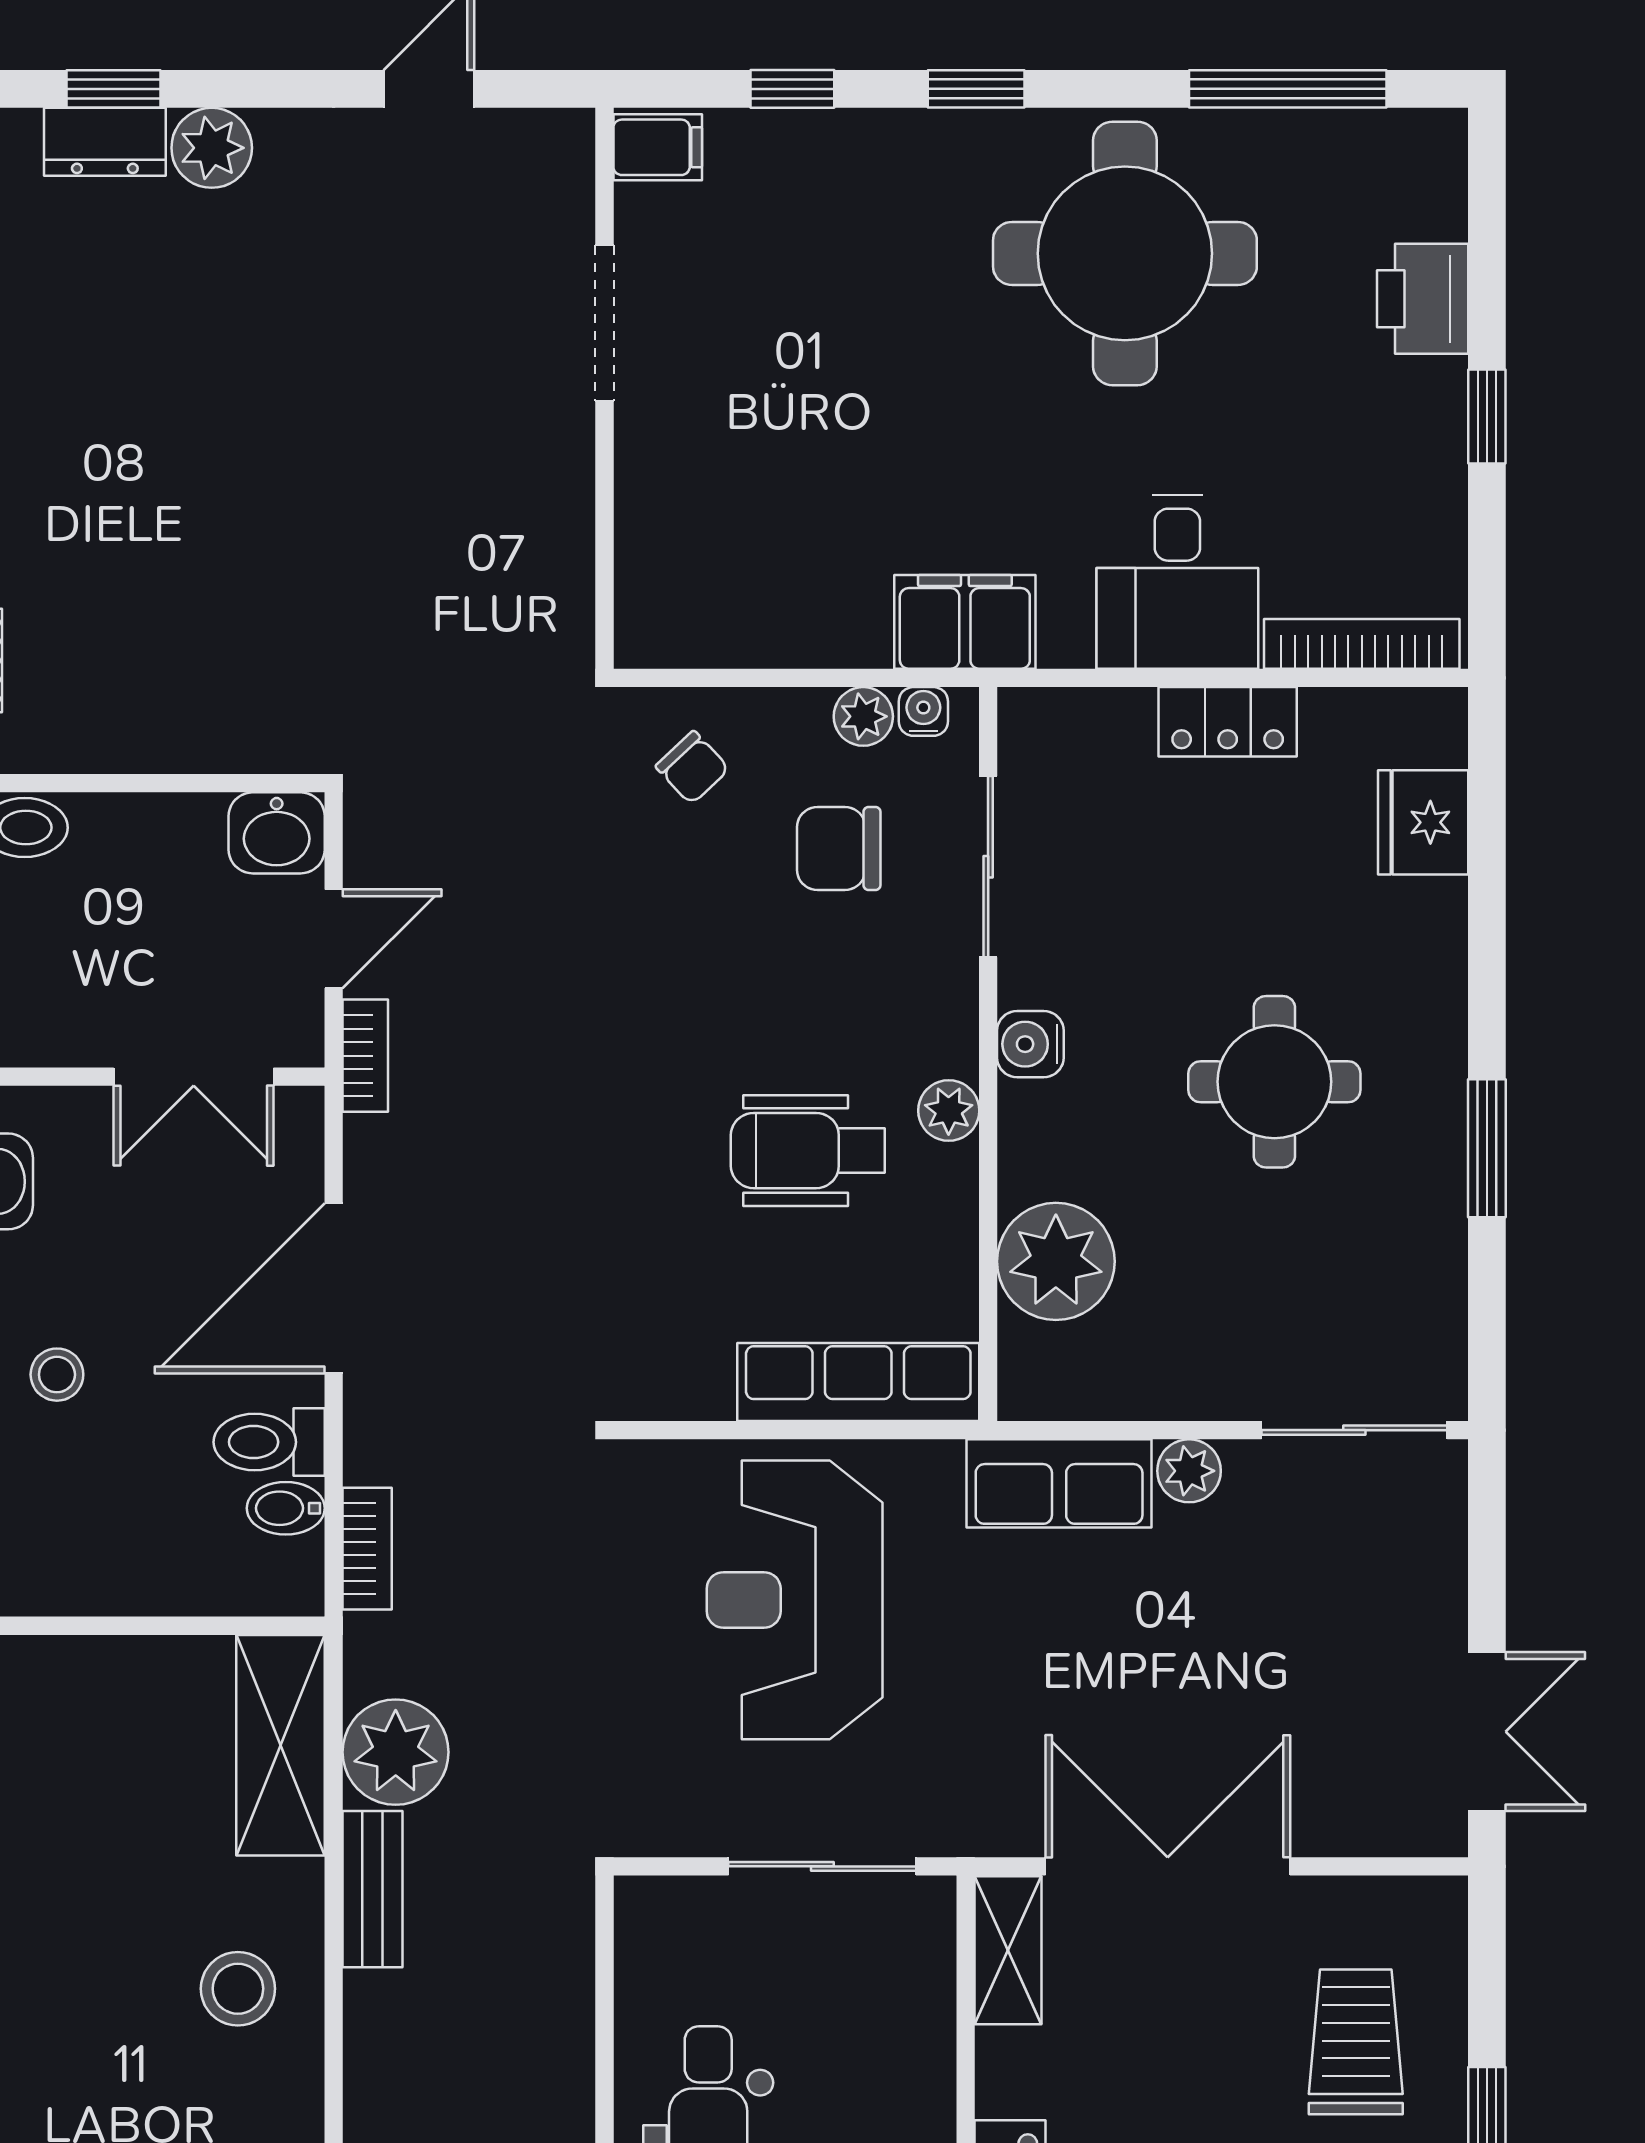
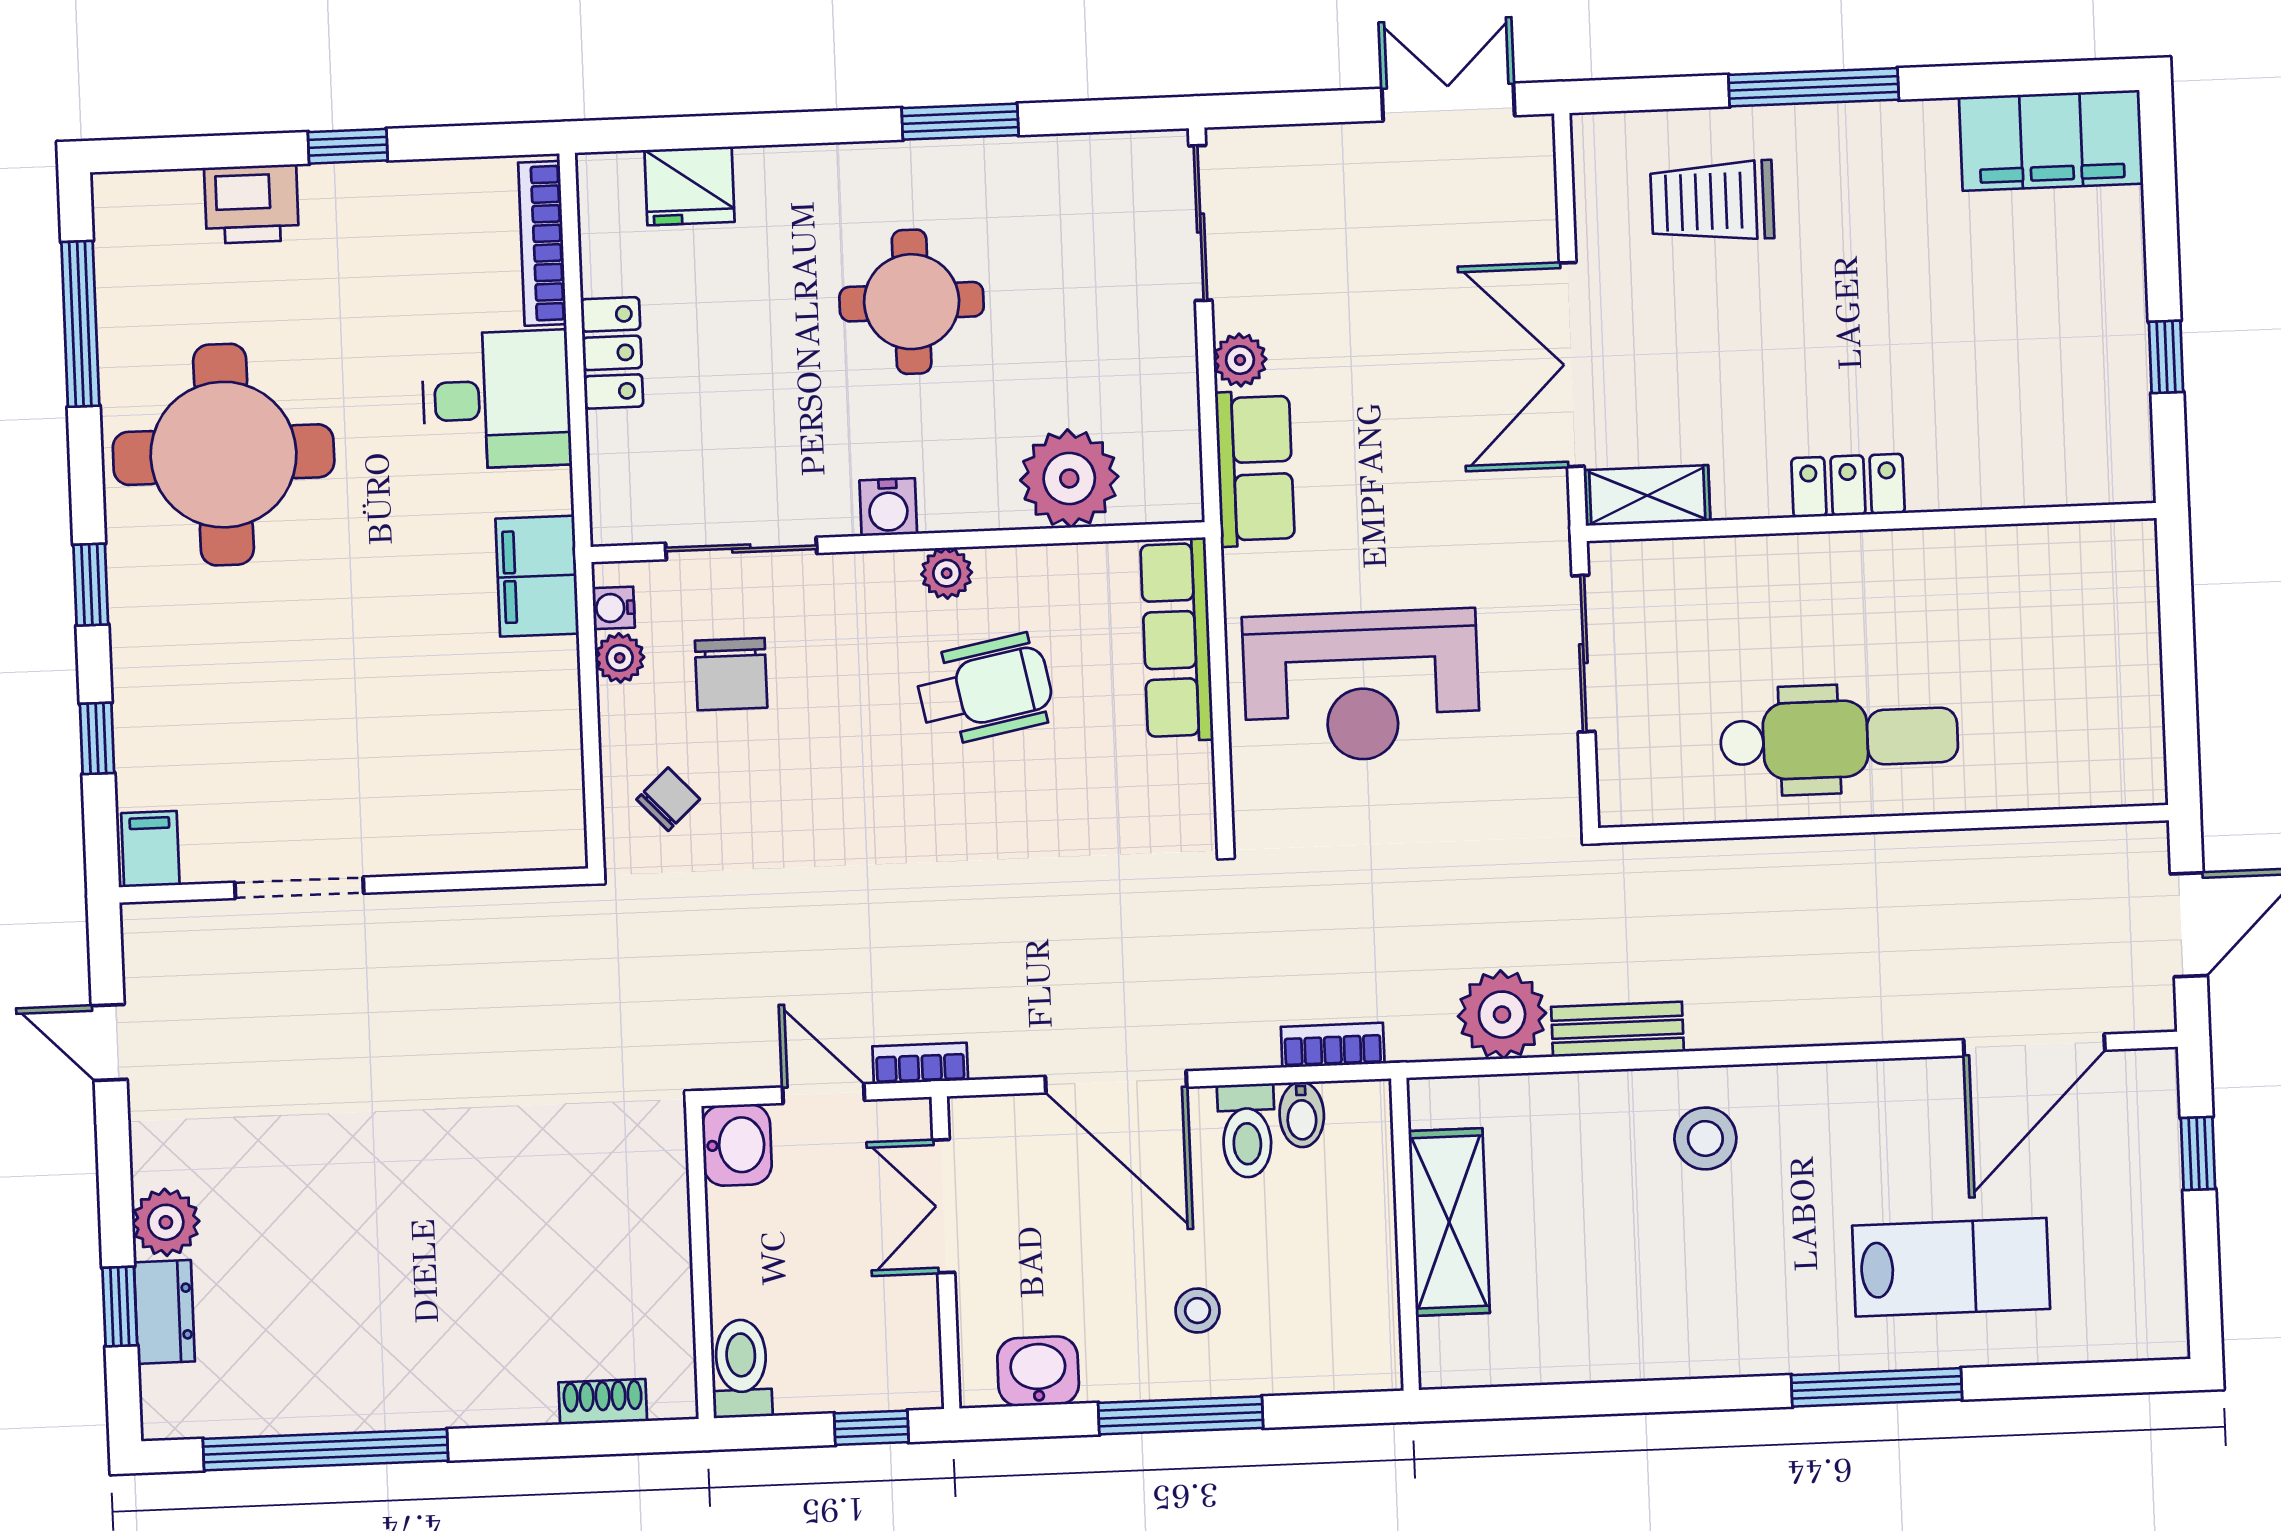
double door: (194, 1077) -> (944, 1206), swing flipped
wheelchair: (808, 1151) -> (985, 690), turned -101
shelving: (280, 1745) -> (1449, 1222), moved, turned 90

